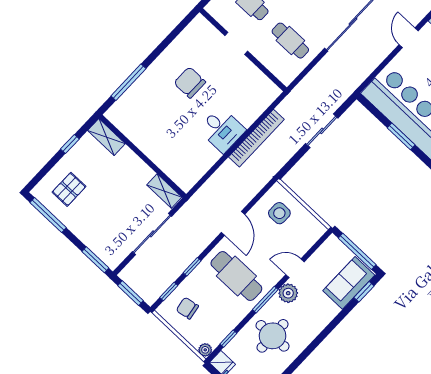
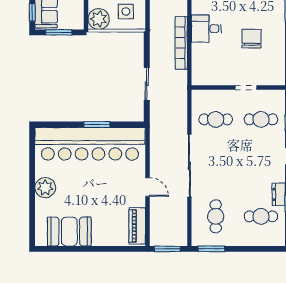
chair: (190, 82) -> (252, 39), turned -90
plant: (310, 230) -> (99, 19), added
window: (357, 251) -> (59, 32), width x0.69

